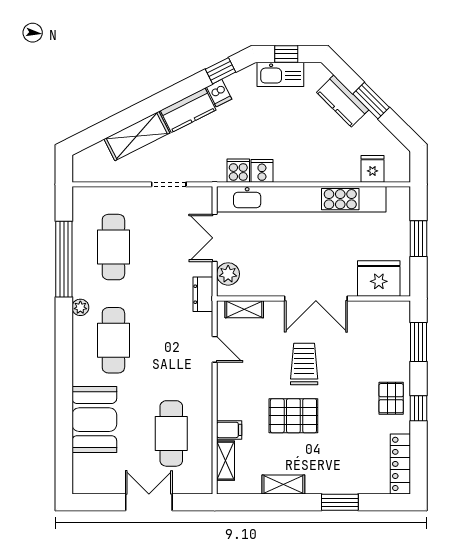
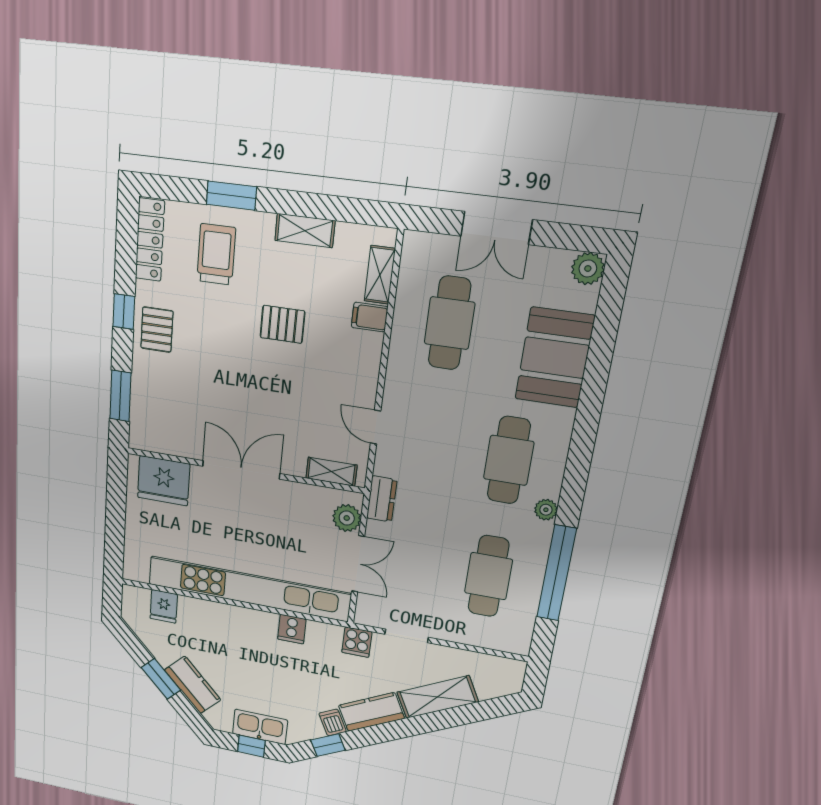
cooker: (238, 171) -> (357, 642), moved
window: (418, 239) -> (115, 519), removed
trolley: (304, 364) -> (216, 254), moved, turned 180
pallet: (293, 416) -> (282, 324), width x0.67, depth x0.71
plant: (83, 483) -> (588, 269), added

